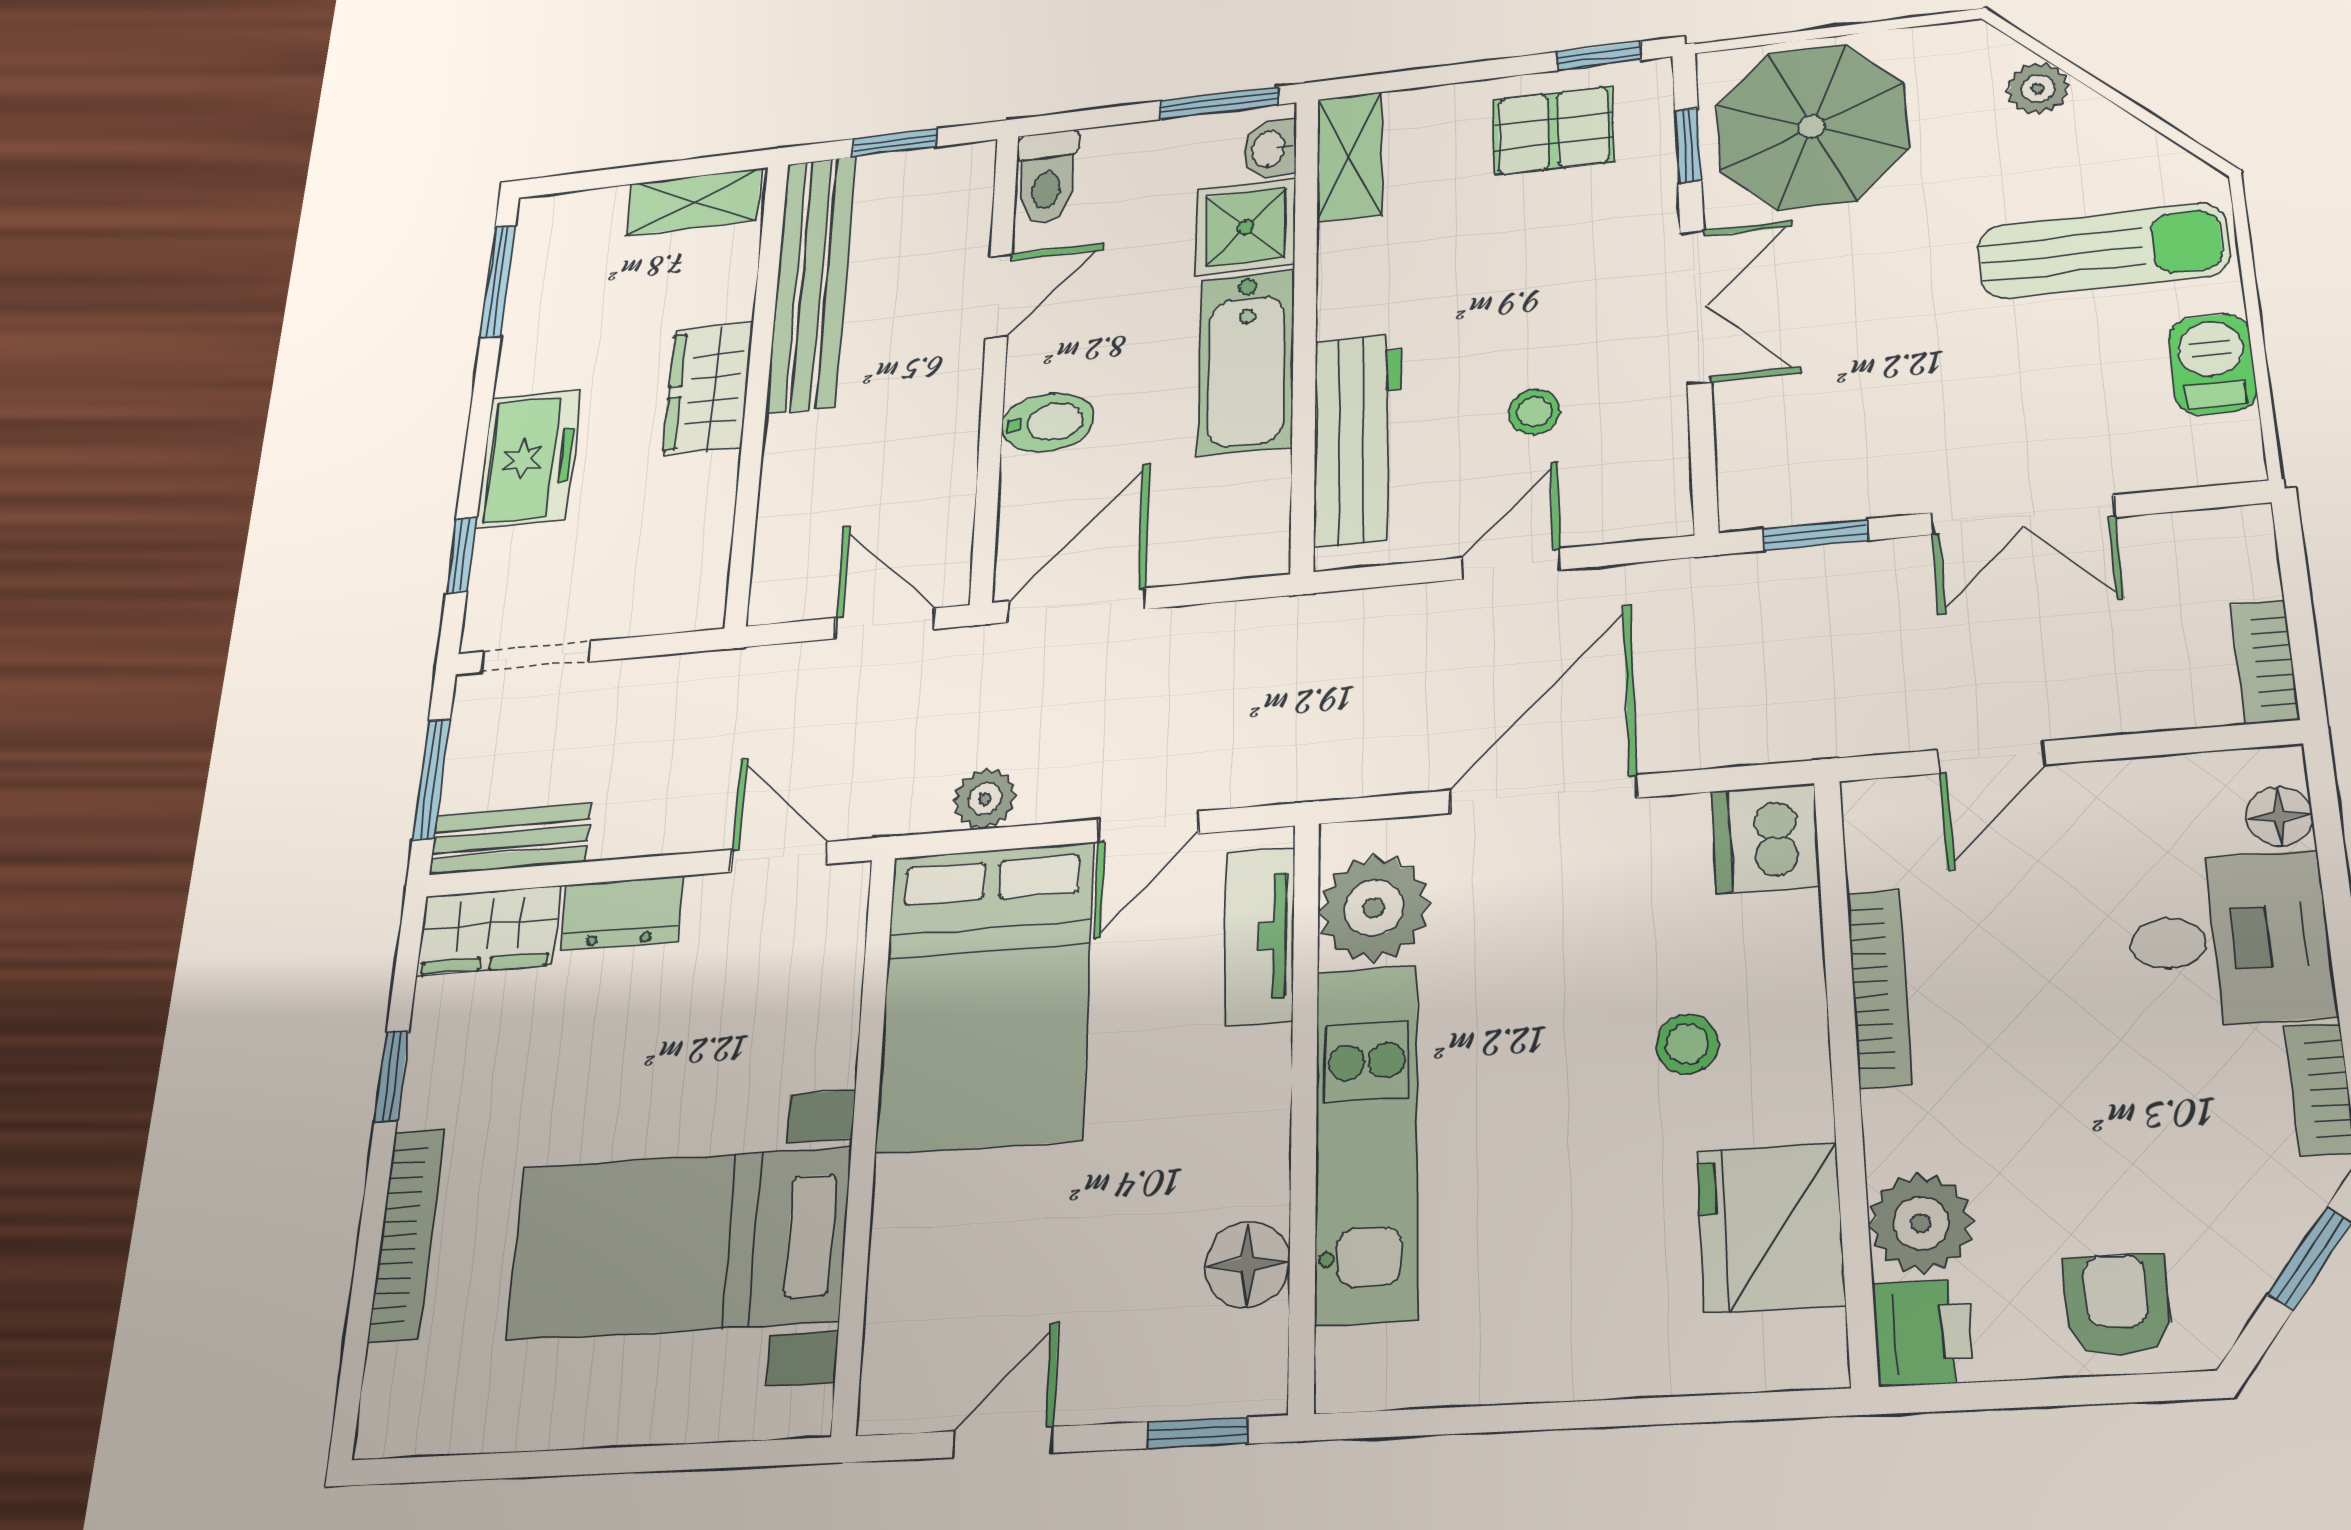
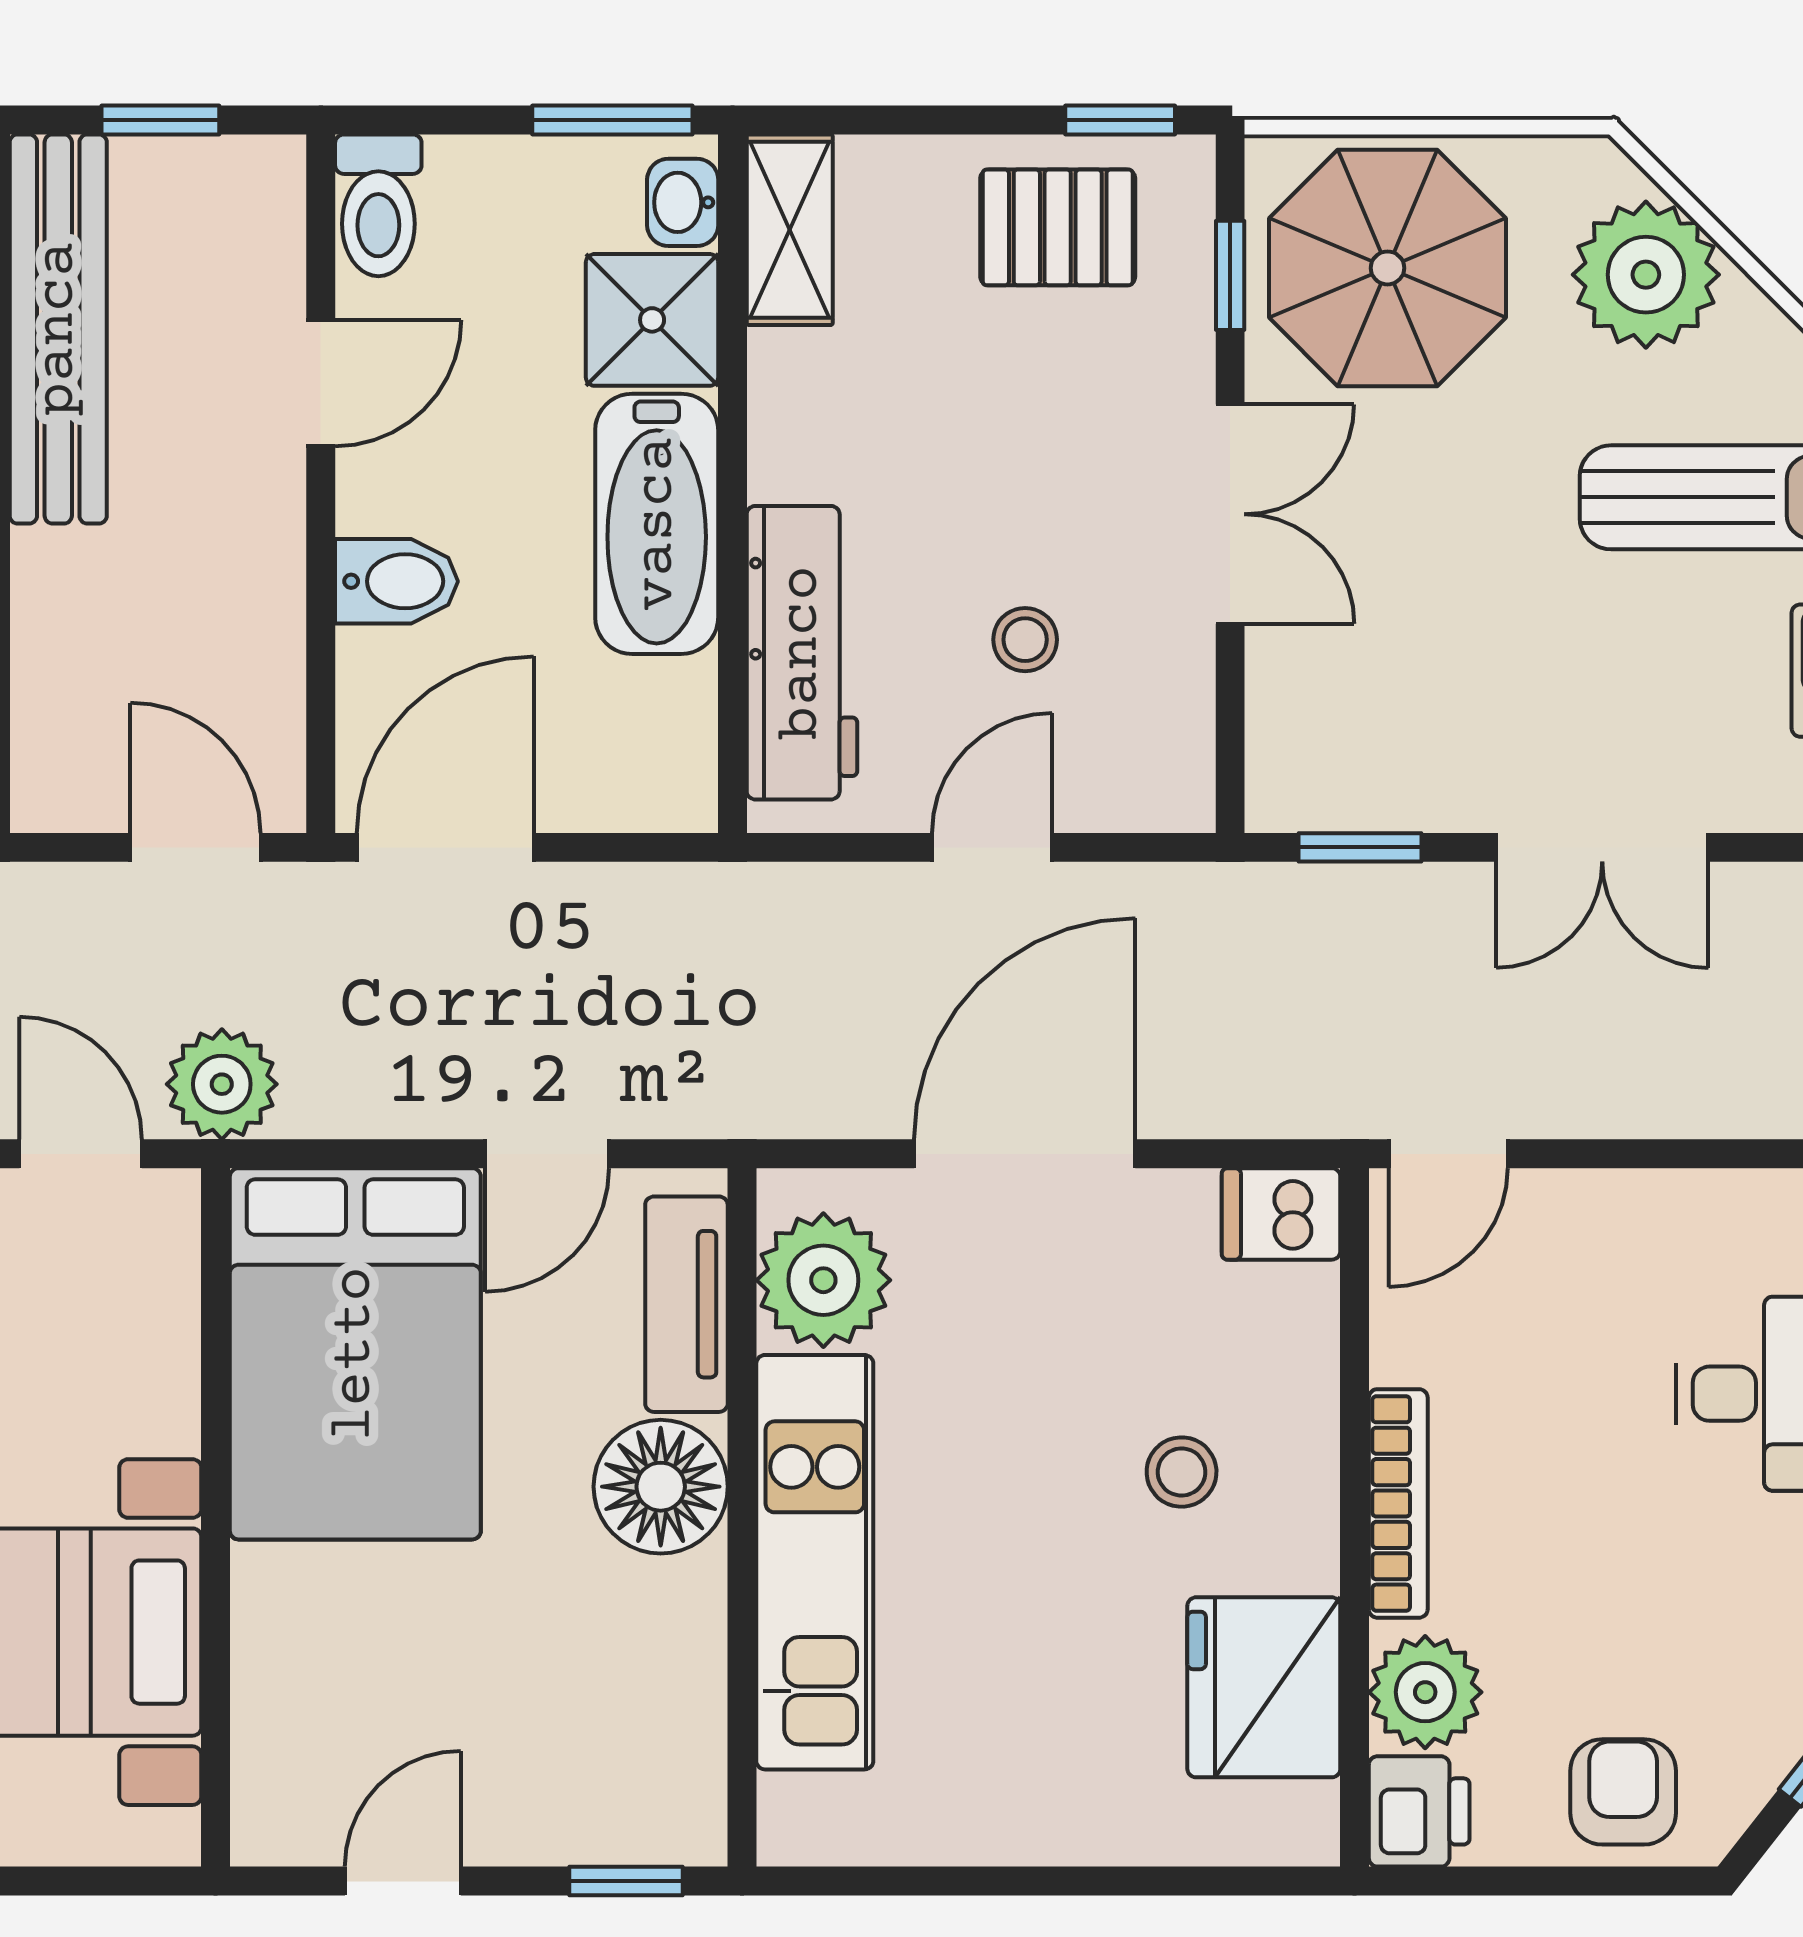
plant: (2038, 88) -> (1646, 275), width x1.87, depth x1.87
door: (1991, 757) -> (1448, 1154), moved
plant: (985, 799) -> (222, 1084), moved, width x1.38, depth x1.38
dishwasher: (1766, 838) -> (1281, 1214), width x0.73
bookcase: (1879, 988) -> (1398, 1503), moved
floor lamp: (1247, 1264) -> (661, 1487), moved, width x1.38, depth x1.38

